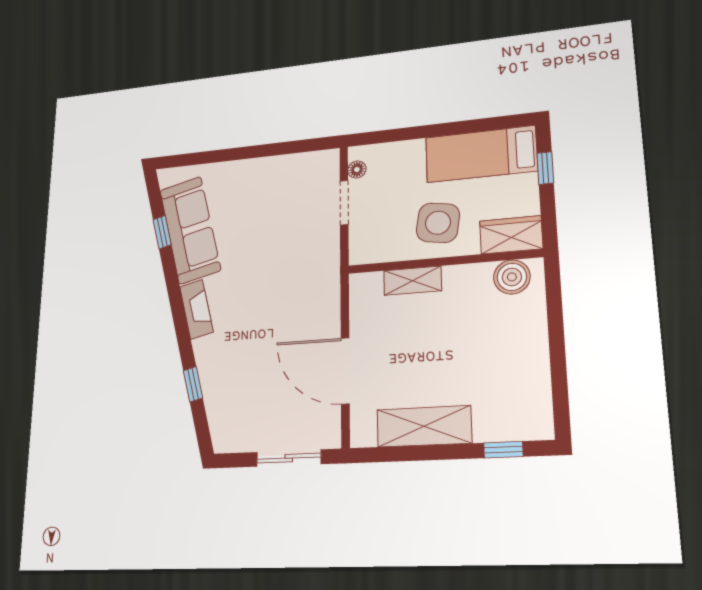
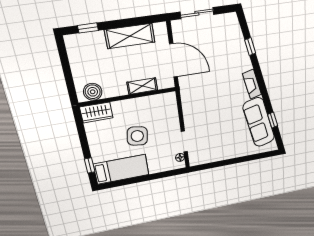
wardrobe: (511, 235) -> (96, 112), moved
wall: (444, 262) -> (128, 97), moved
boiler: (512, 277) -> (93, 92), moved
shelving: (413, 281) -> (142, 86), moved

